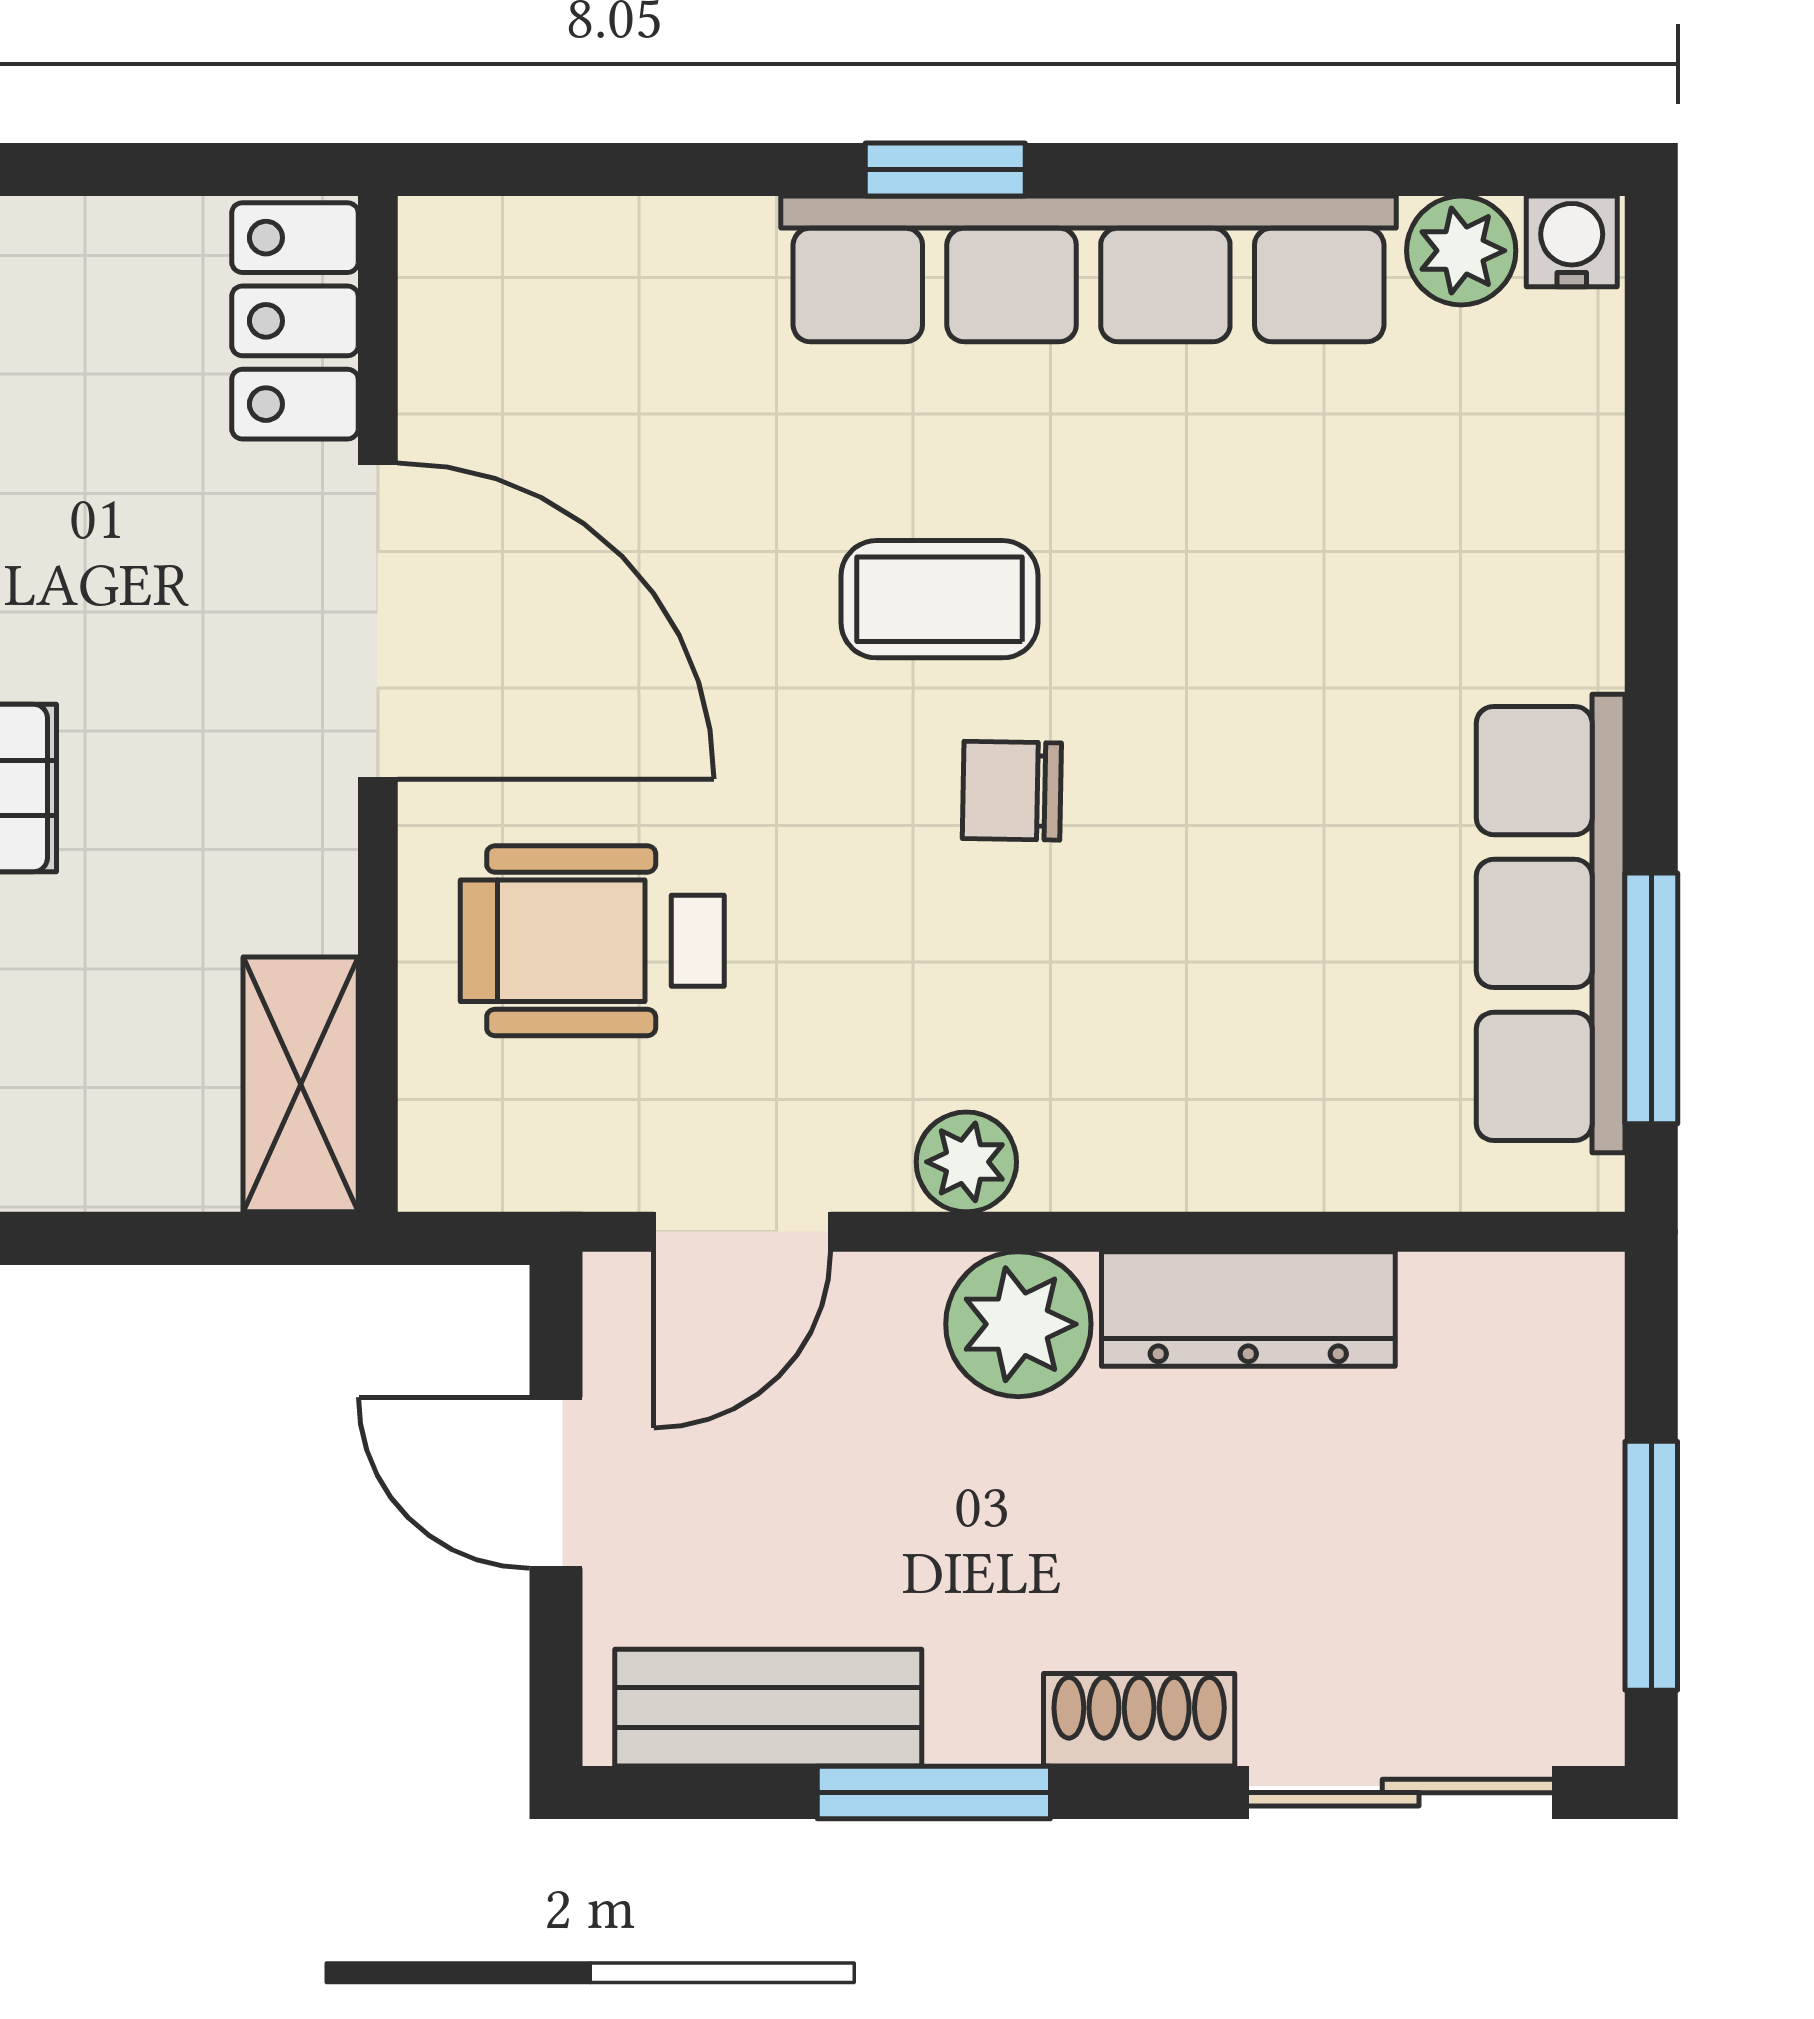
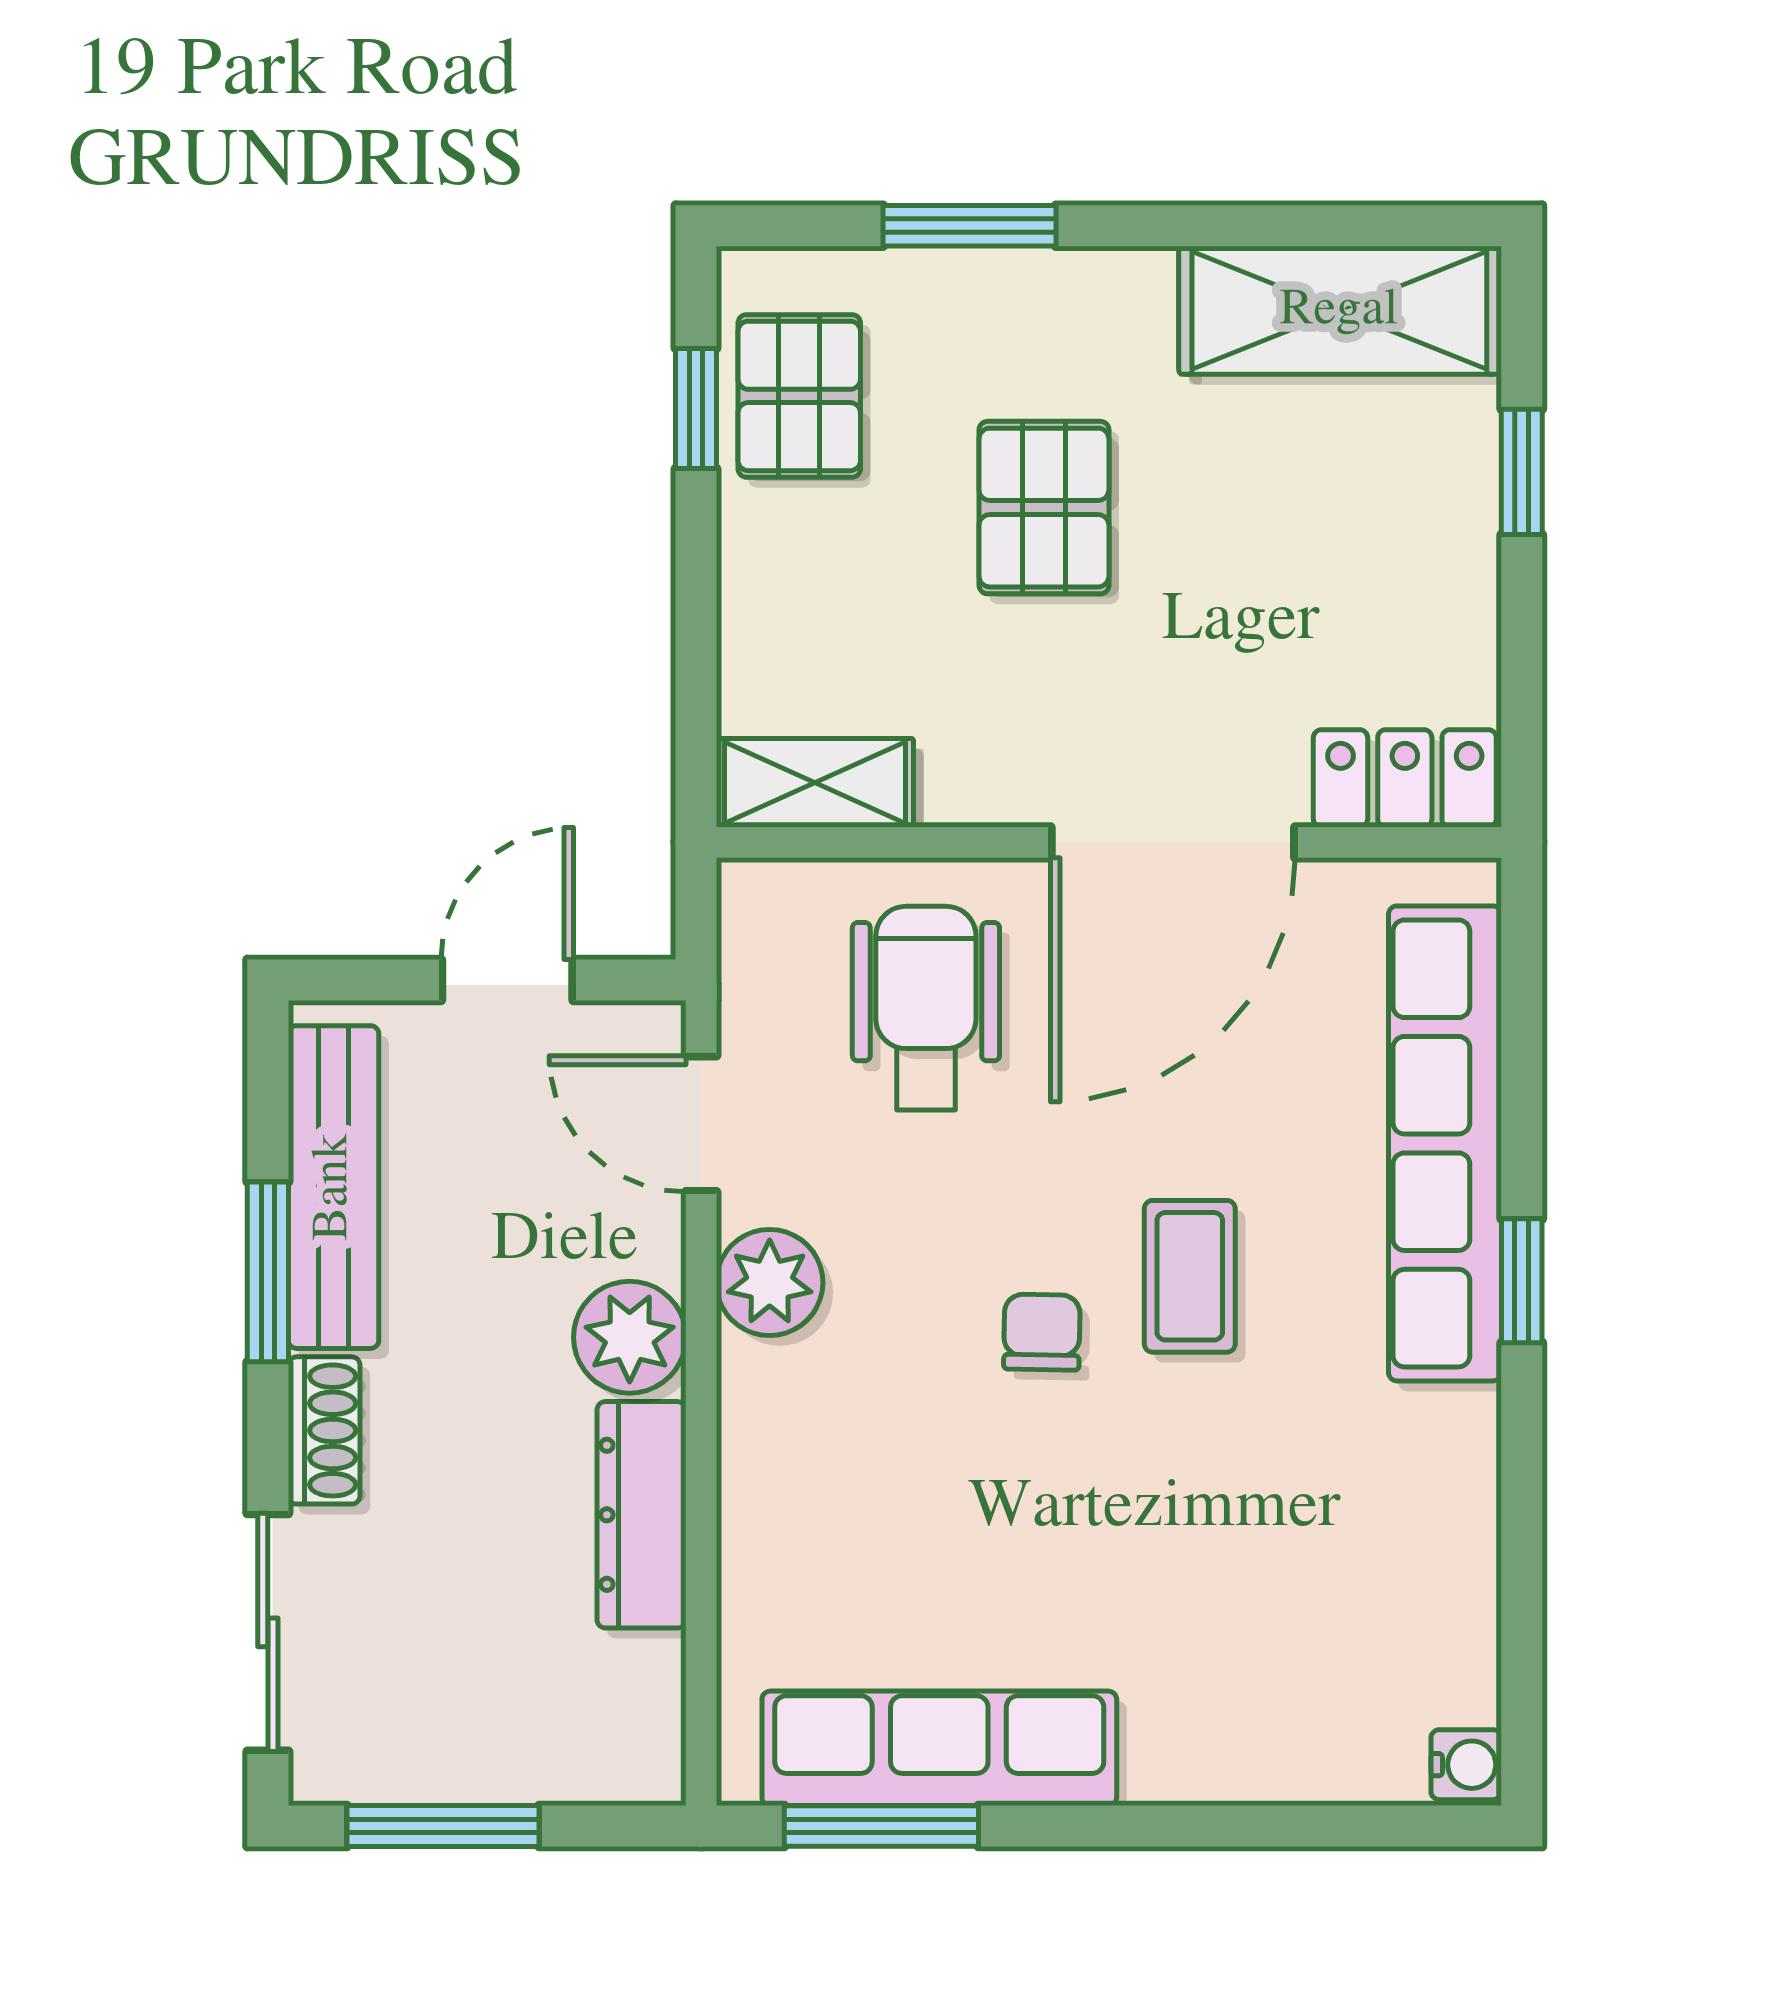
plant: (1461, 251) -> (1459, 1679), removed
row of seats: (1088, 269) -> (1445, 1143), moved
plant: (966, 1162) -> (770, 1283), width x1.38, depth x1.38
bench: (768, 1708) -> (333, 1187), width x1.36

